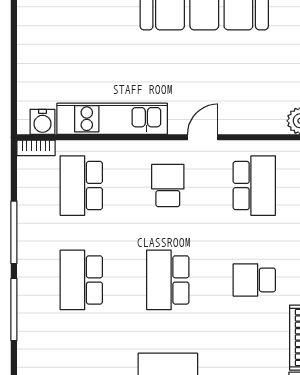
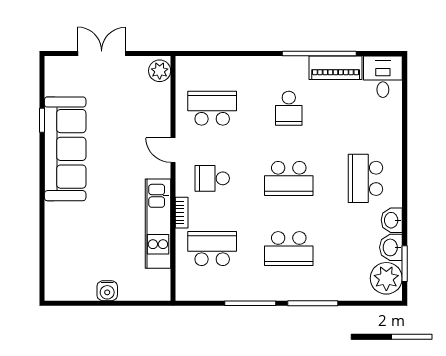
water cooler: (43, 122) -> (107, 291), moved, turned 90
bookcase: (36, 148) -> (182, 213), moved
school desk: (81, 186) -> (212, 249), turned 180

